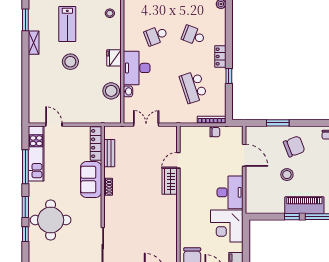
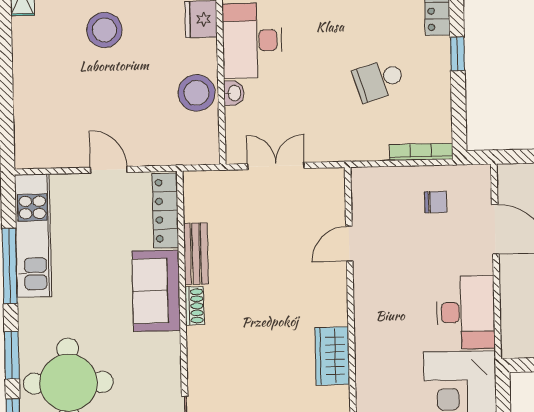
school desk: (193, 87) -> (379, 80), width x0.54
door: (54, 125) -> (109, 170), moved
chair: (215, 132) -> (436, 202), moved
bench: (109, 153) -> (196, 254), moved
wardrobe: (170, 181) -> (332, 356), moved

